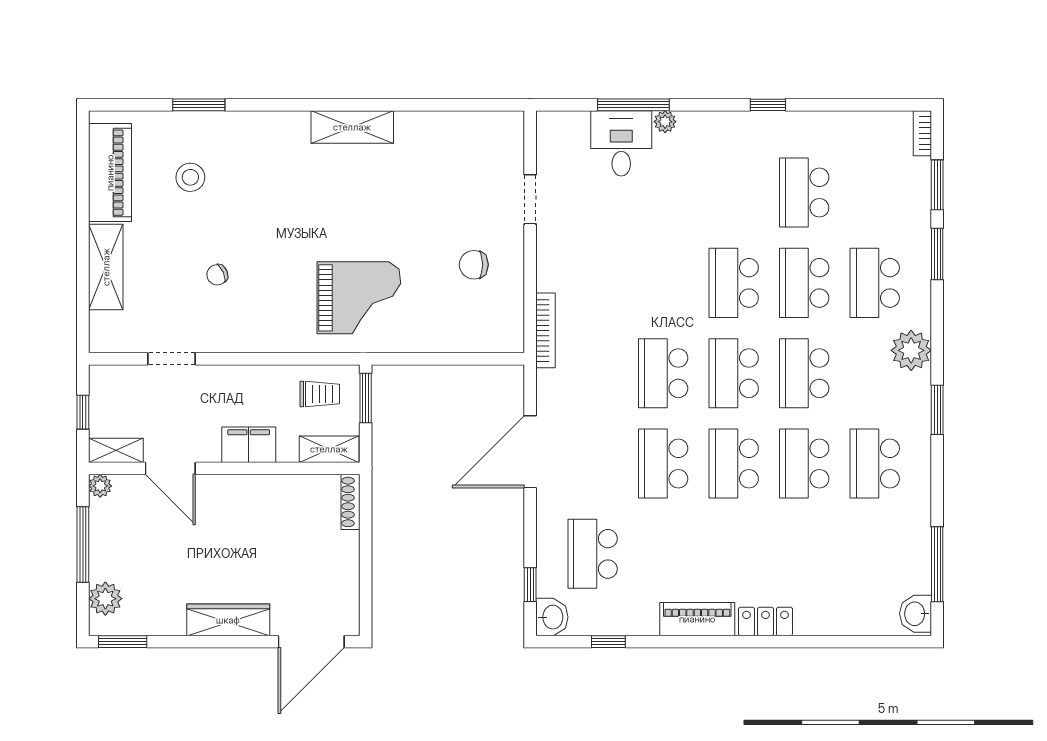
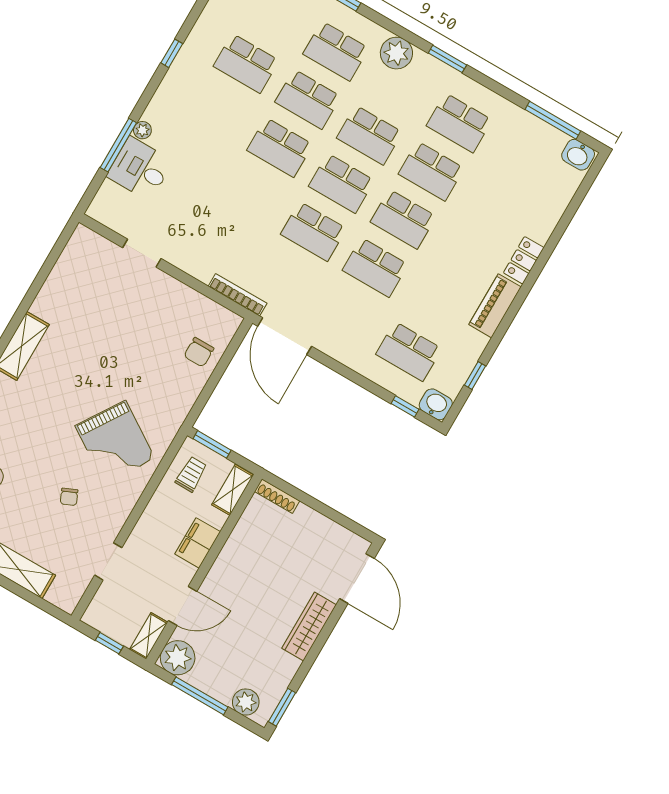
chair: (474, 265) -> (199, 352), moved
grand piano: (359, 298) -> (115, 442), moved, turned 123
door: (530, 452) -> (285, 336), moved
plant: (100, 486) -> (178, 658), width x1.87, depth x1.87

